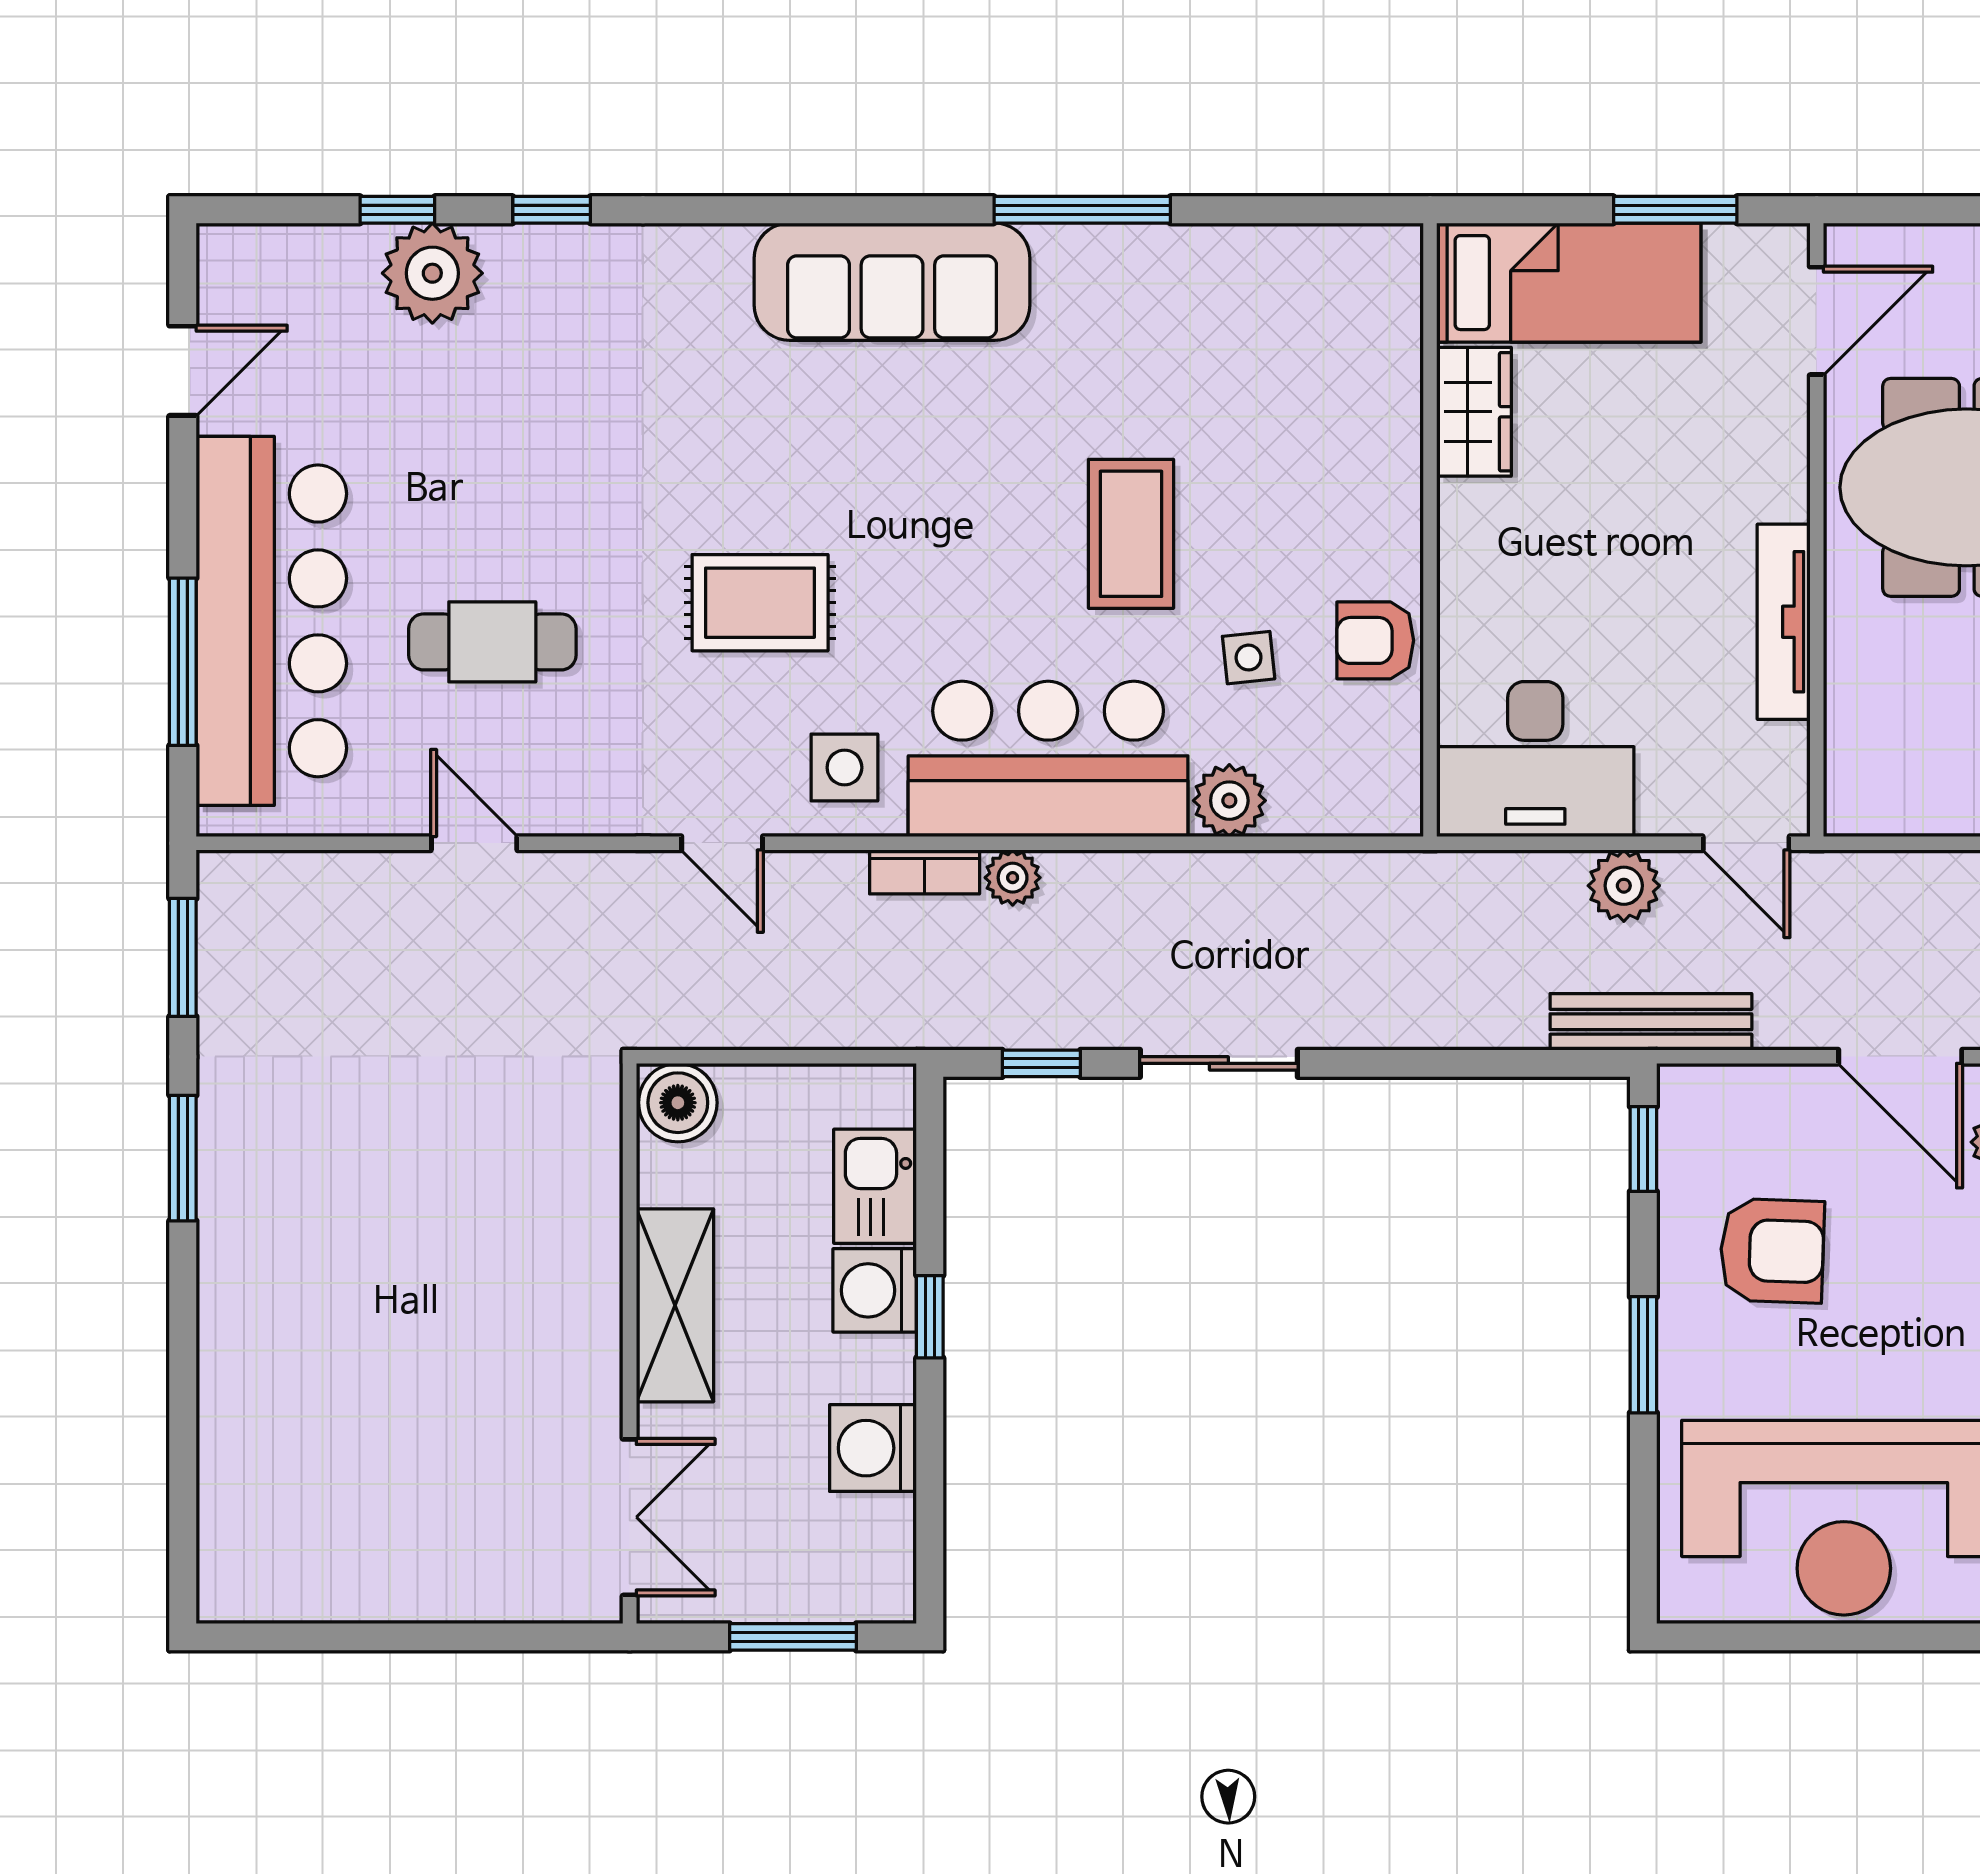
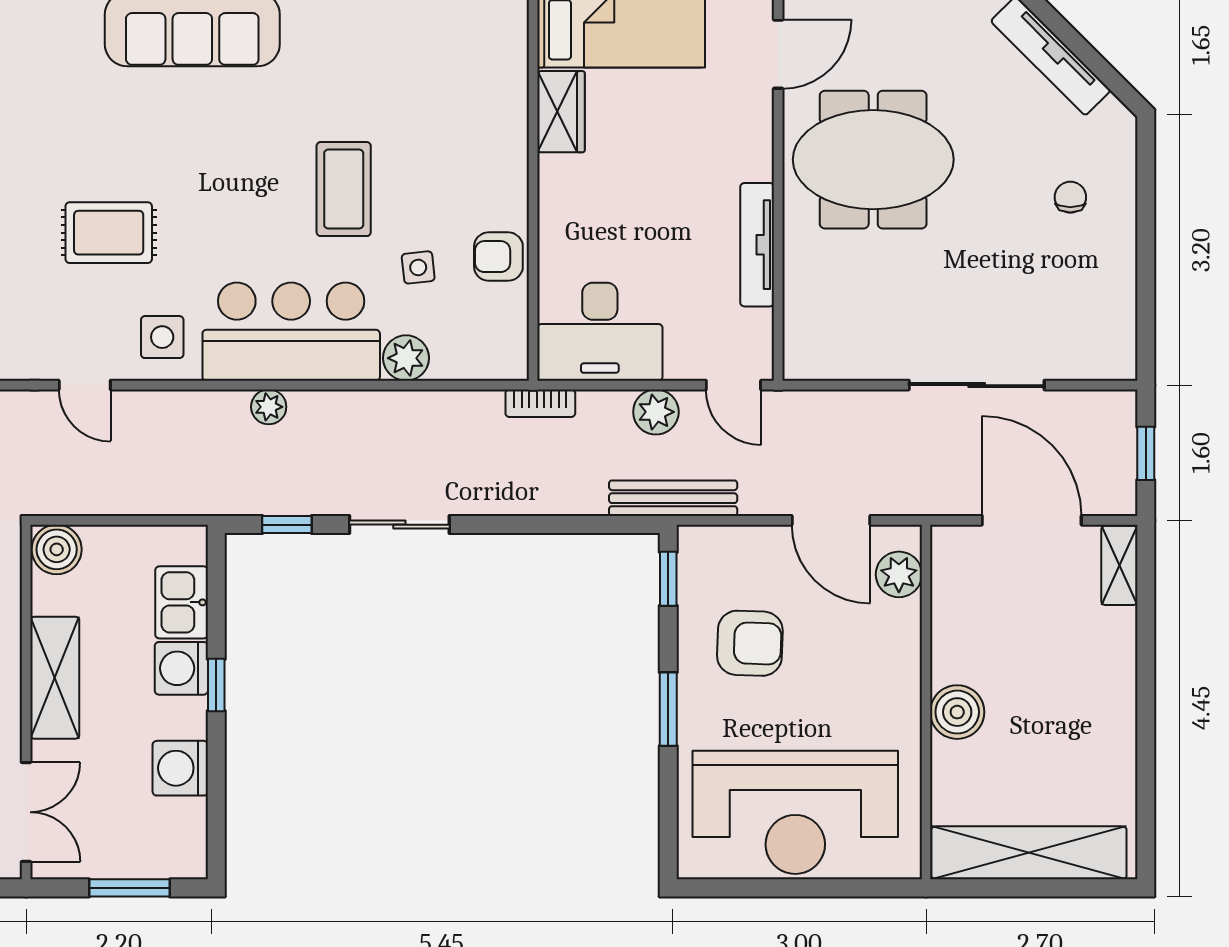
bookcase: (925, 872) -> (540, 403), moved

